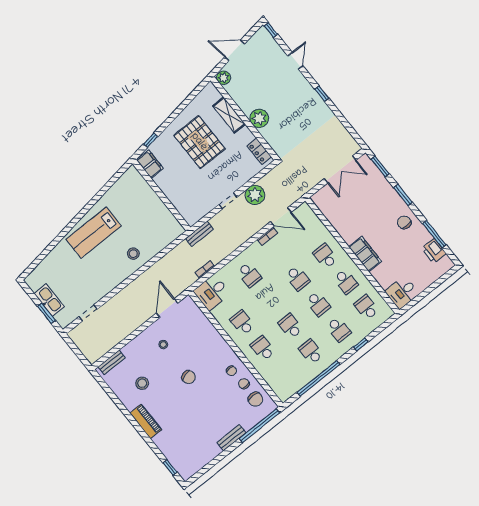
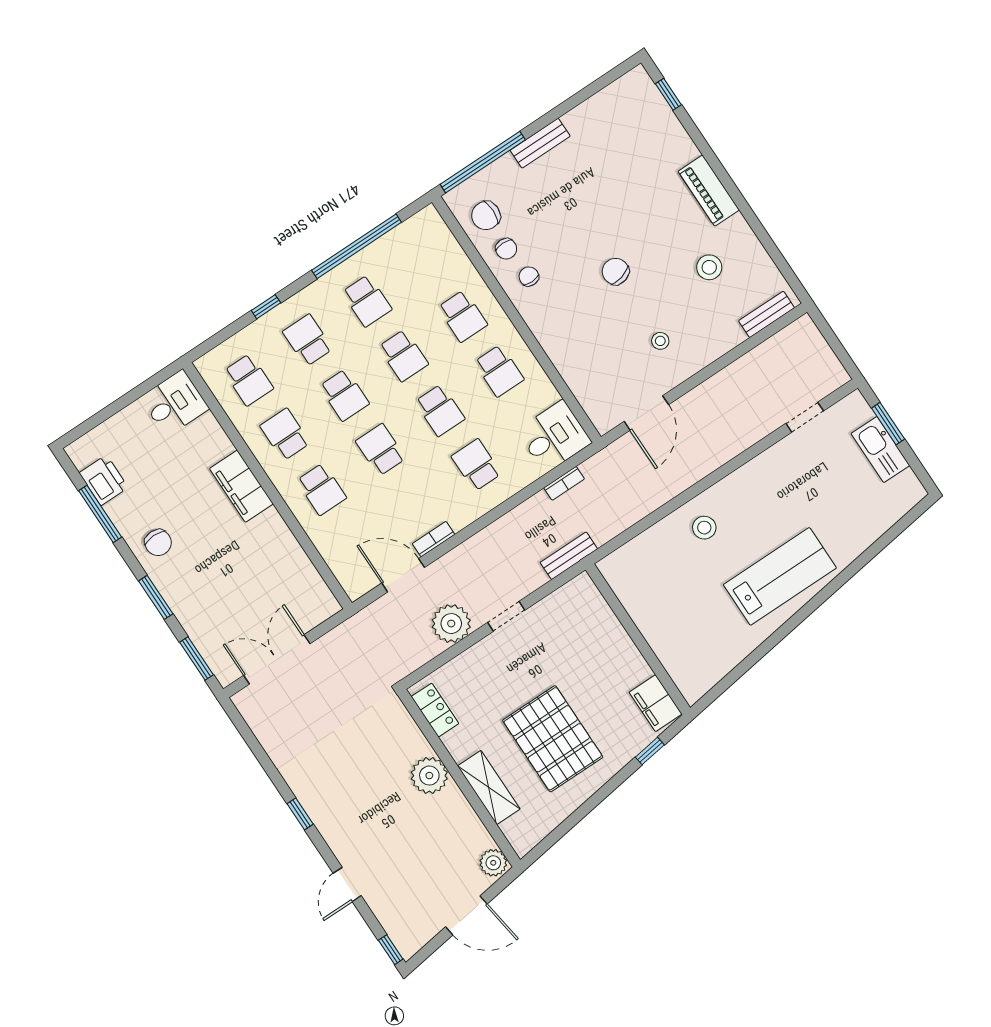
school desk: (270, 300) -> (440, 410), added
school desk: (318, 304) -> (344, 395), turned 180
chair: (255, 399) -> (486, 216), turned -90

